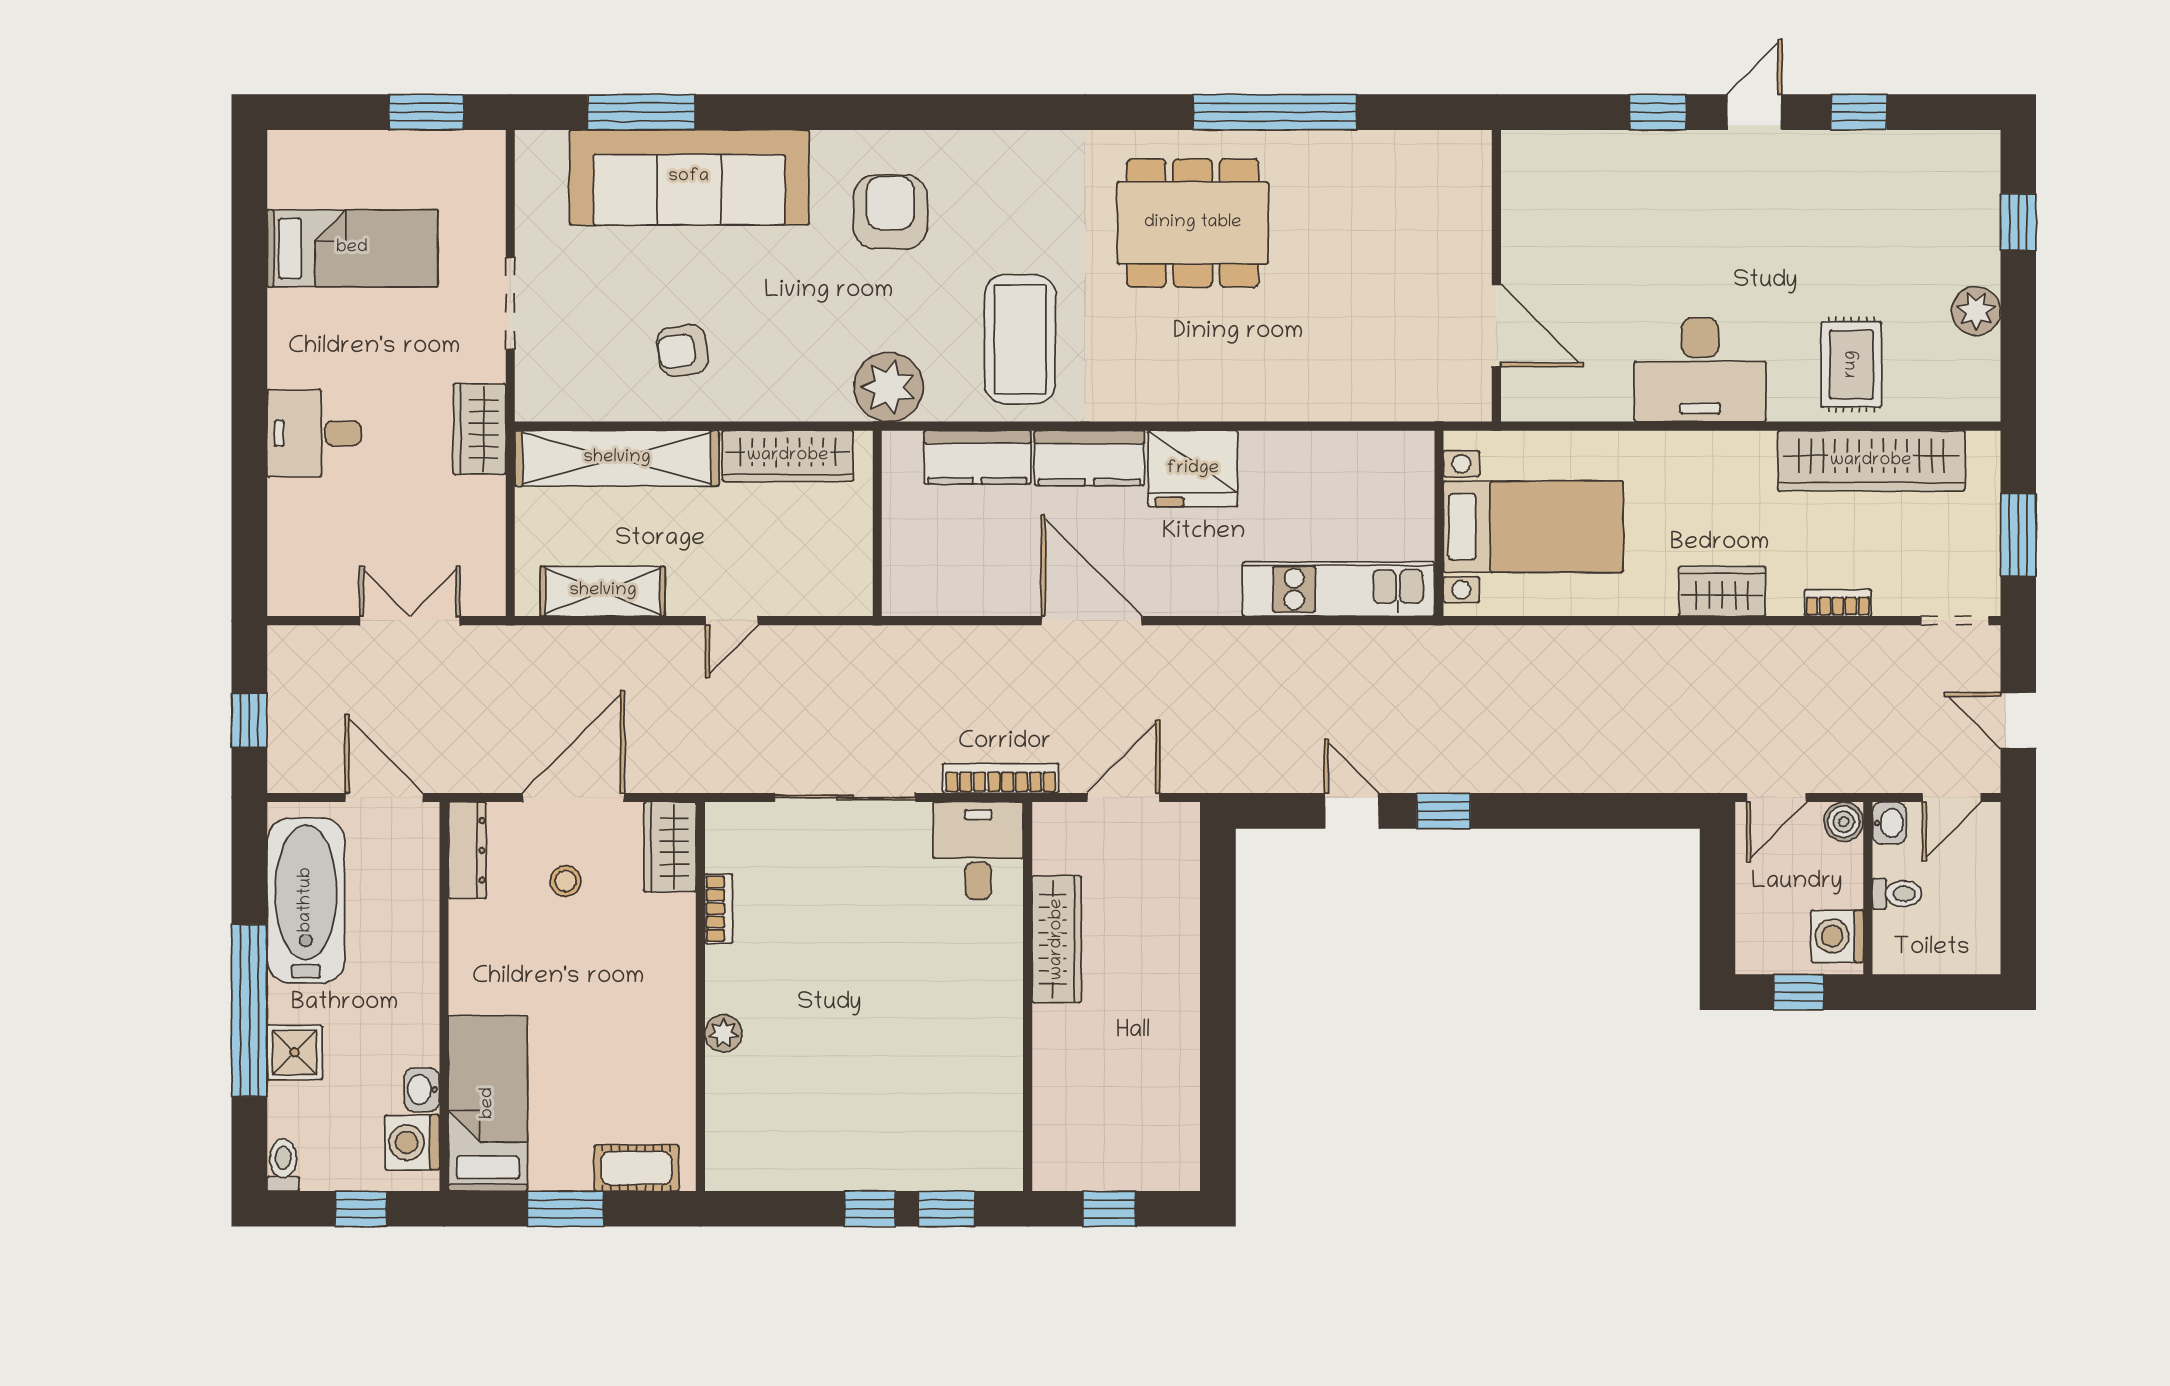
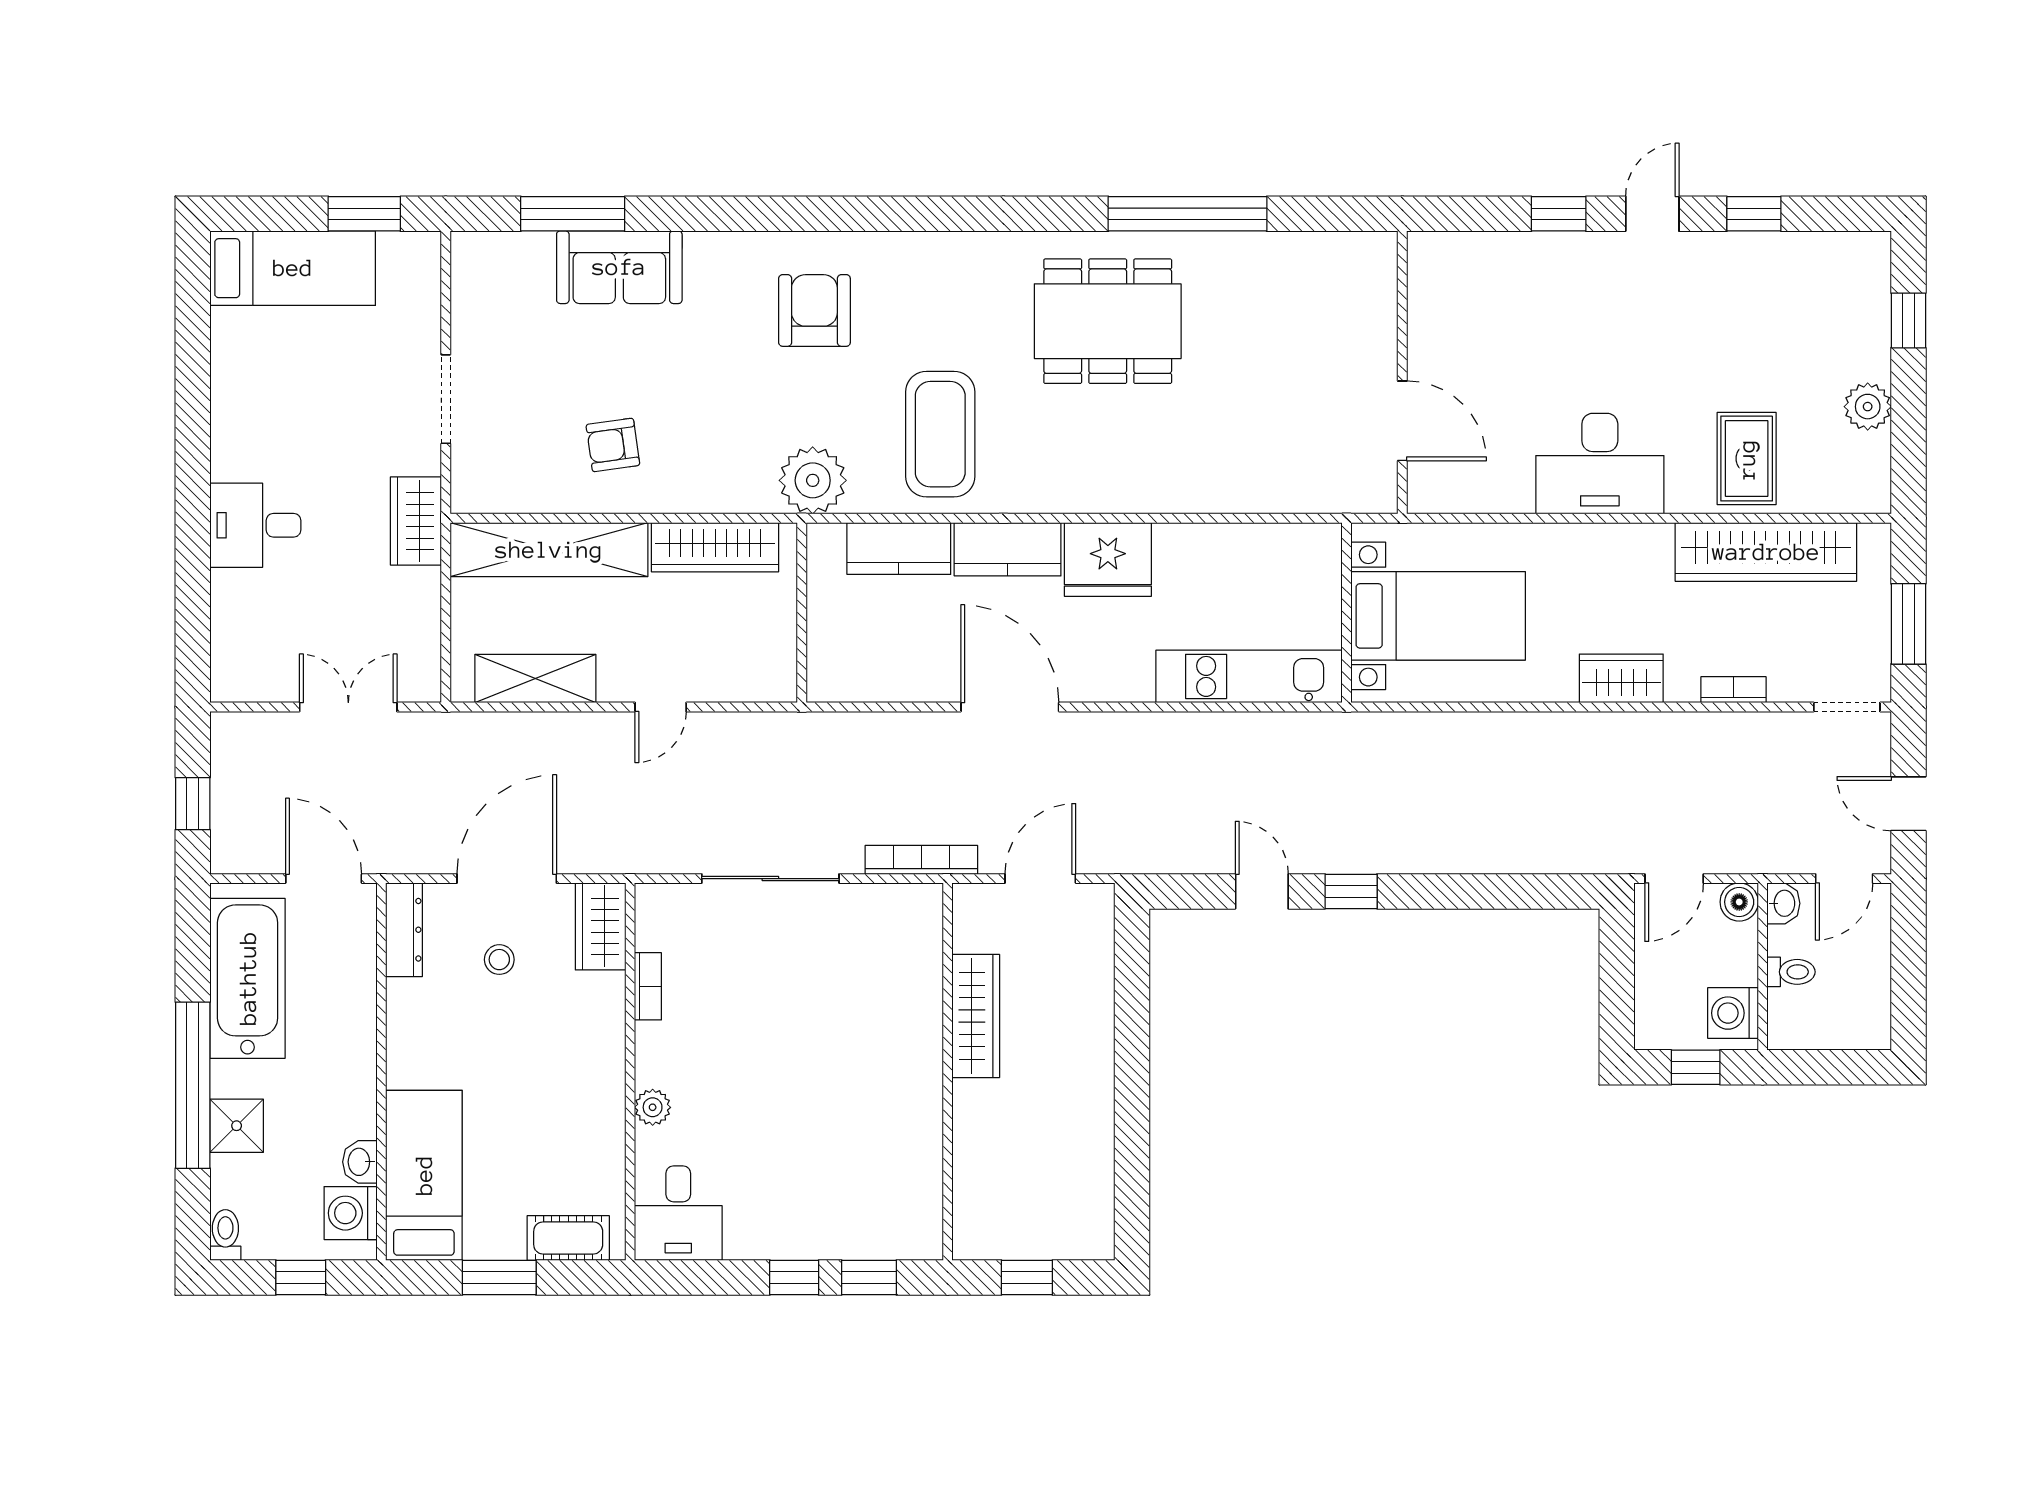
sofa: (689, 177) -> (619, 267), width x0.54, depth x0.79
bed: (352, 248) -> (293, 268), moved
desk: (978, 851) -> (678, 1213), moved, turned 180

